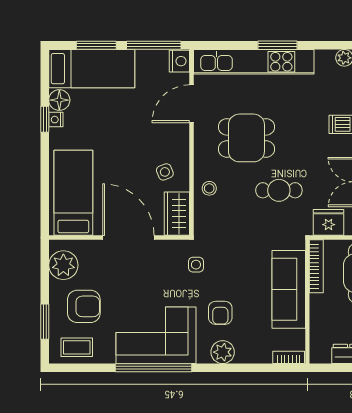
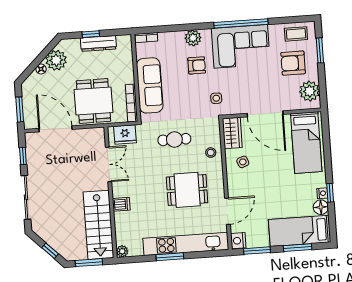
window: (154, 45) -> (257, 251), width x0.69
cafe table: (279, 190) -> (174, 140), moved
armchair: (220, 313) -> (197, 65), turned 90

